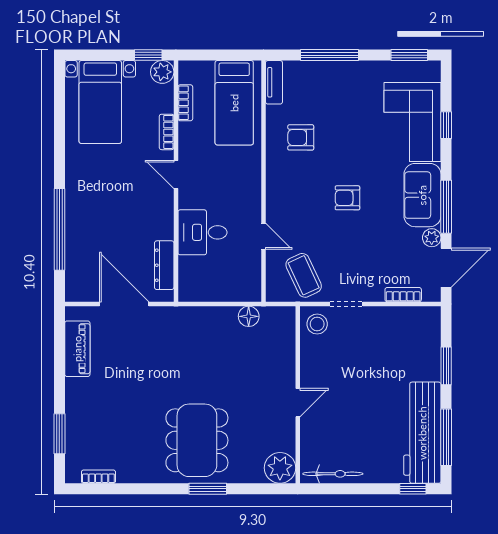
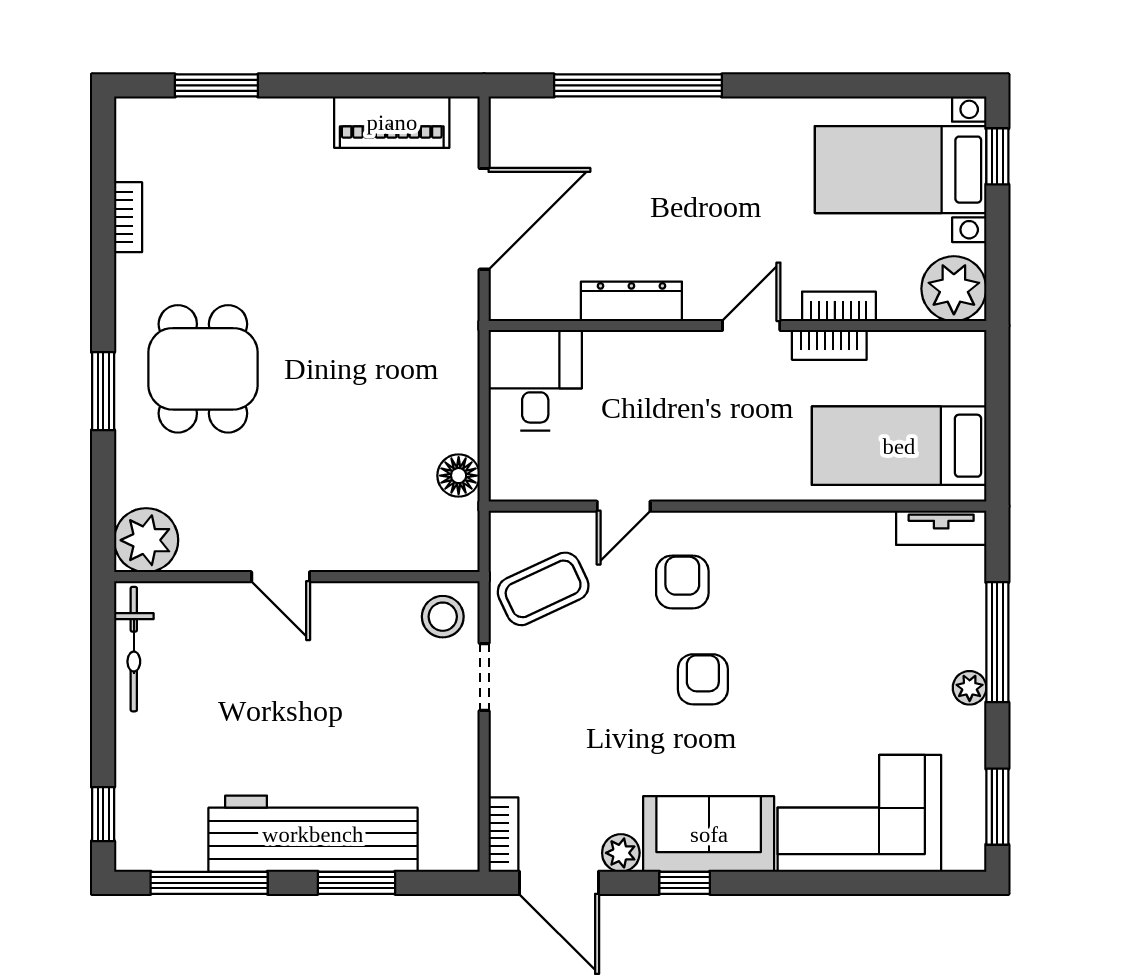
window: (148, 55) -> (997, 156), moved
plant: (352, 69) -> (970, 688), added
plant: (162, 72) -> (954, 289), width x1.36, depth x1.36
bookcase: (185, 103) -> (829, 345), moved
window: (446, 125) -> (853, 883), removed
armchair: (301, 137) -> (682, 582), moved
window: (446, 207) -> (685, 883), width x0.46
desk: (202, 232) -> (535, 380), moved
dresser: (164, 265) -> (631, 301), moved
bookcase: (403, 295) -> (503, 835), moved
workbench: (422, 433) -> (313, 834), moved
dining table: (197, 440) -> (203, 369), width x0.73
bookcase: (98, 477) -> (128, 217), moved

